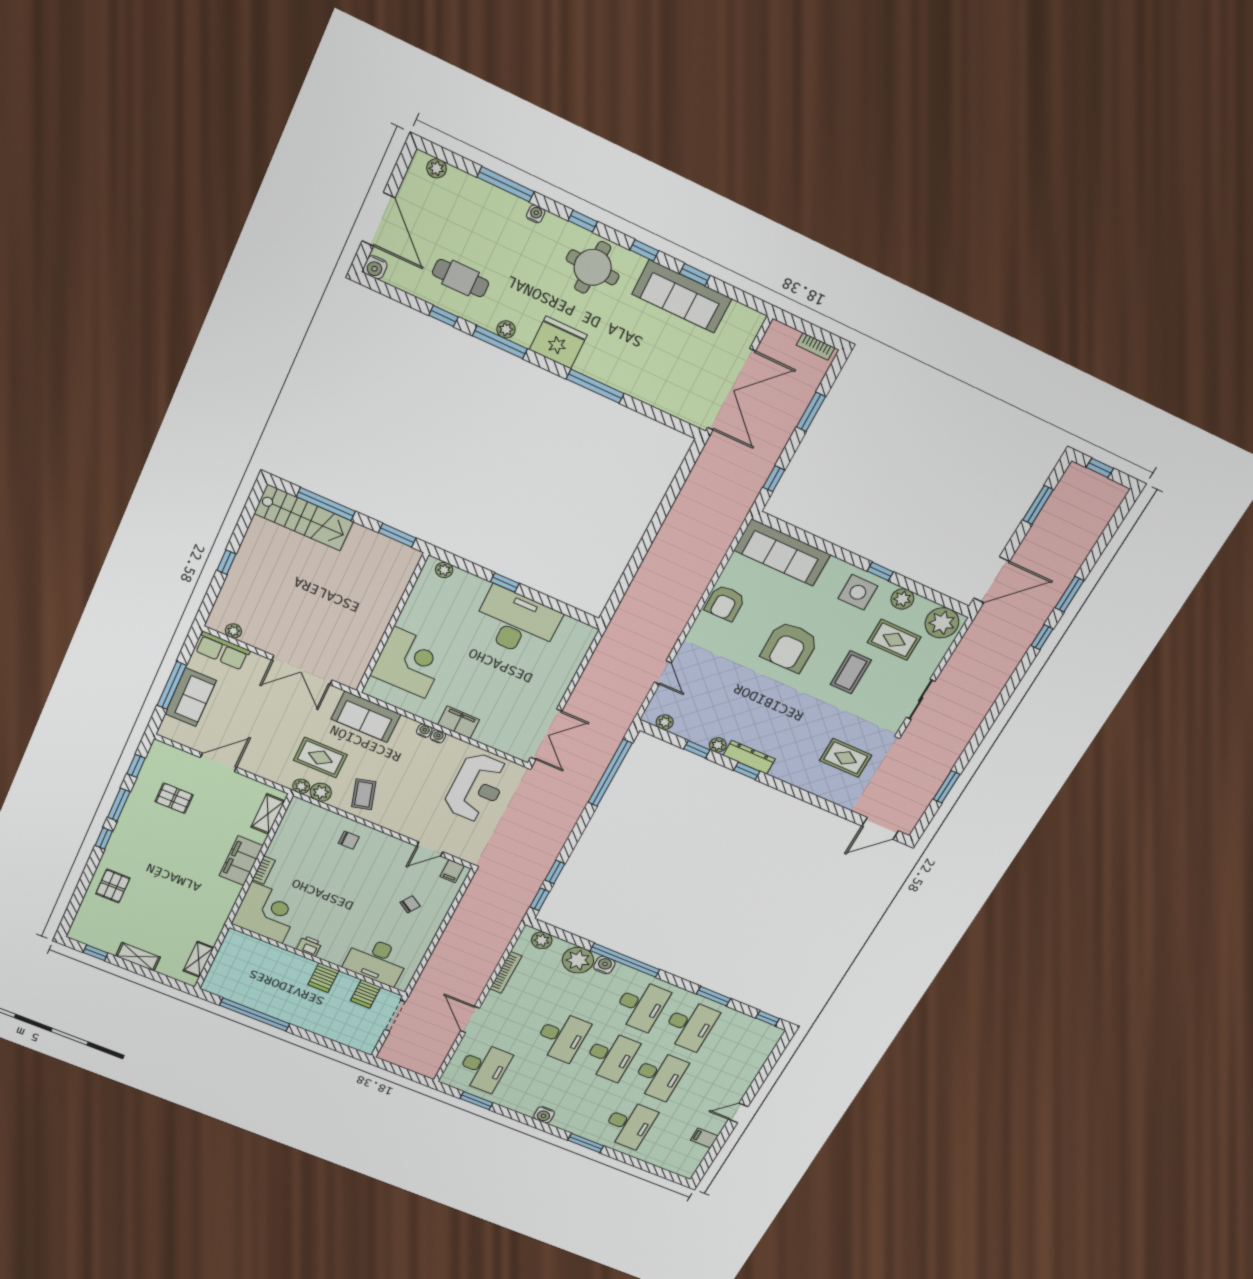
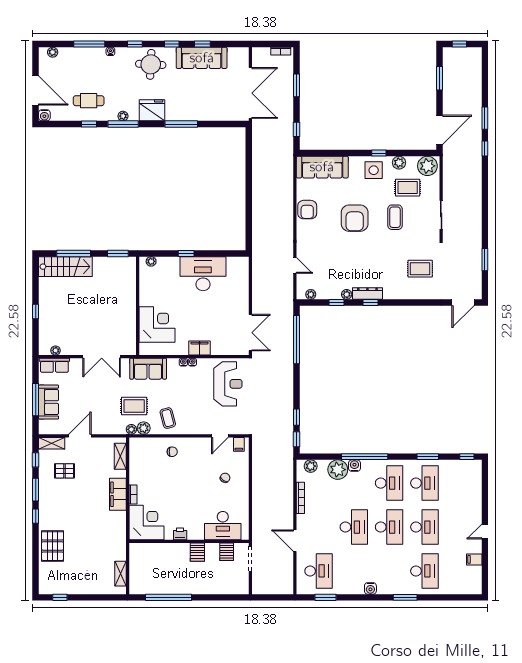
pallet: (113, 886) -> (53, 546), width x1.50, depth x1.42
shelving: (138, 957) -> (52, 443), moved

